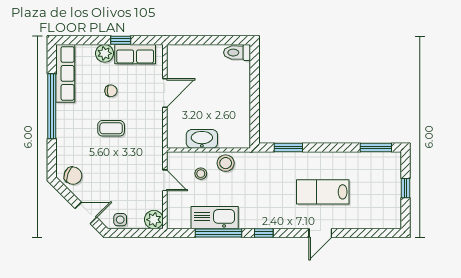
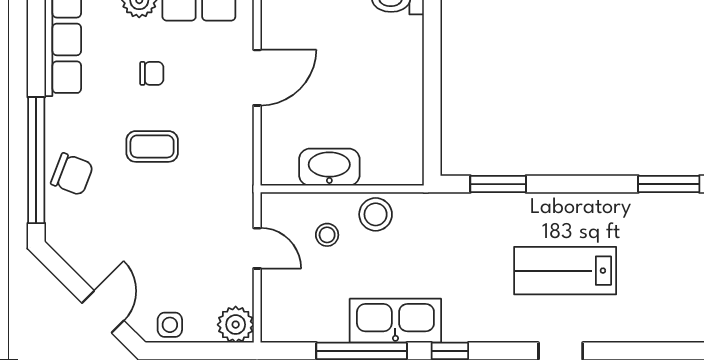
window: (52, 106) -> (36, 160), moved
chair: (73, 176) -> (72, 174), moved
door: (86, 213) -> (103, 312), hinge flipped
kitchen sink: (215, 218) -> (395, 321), moved

